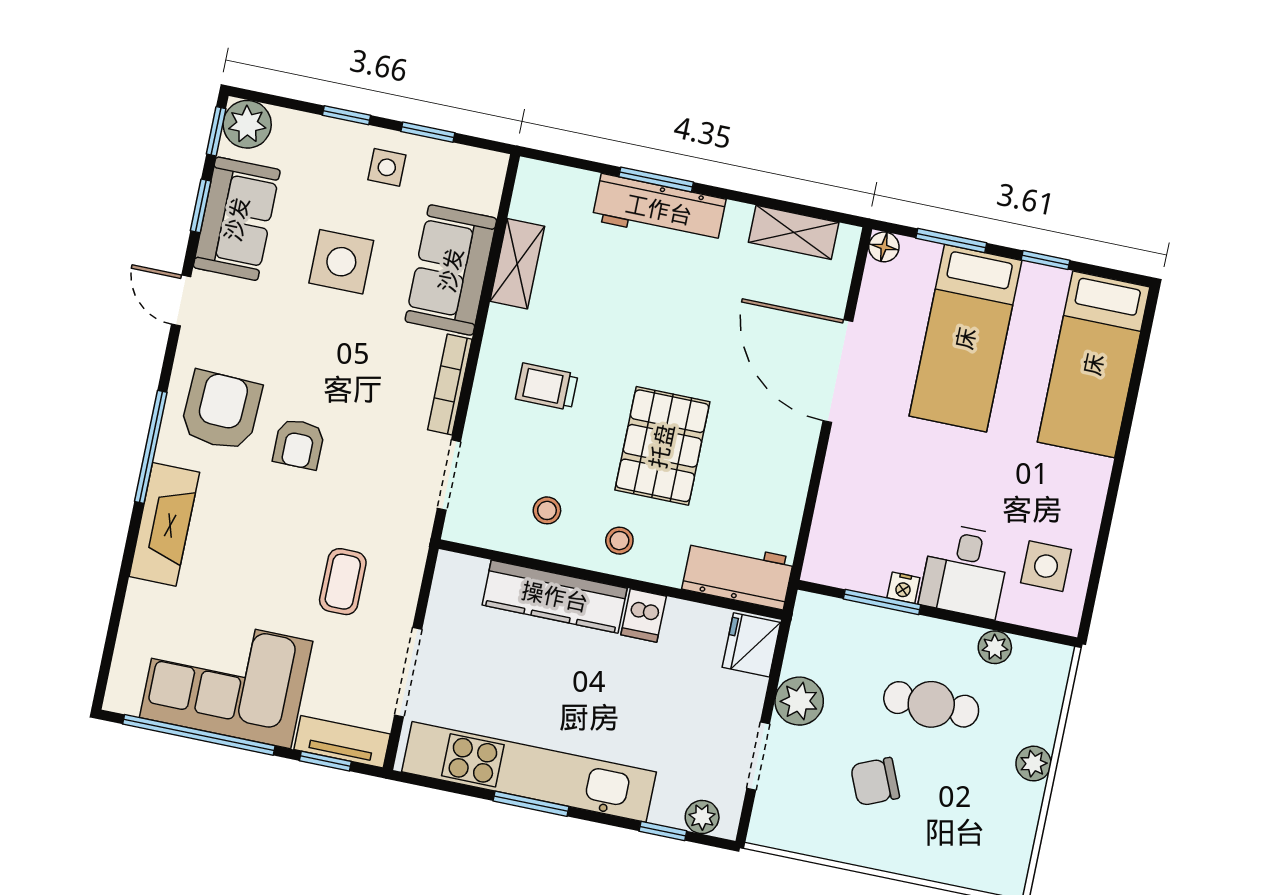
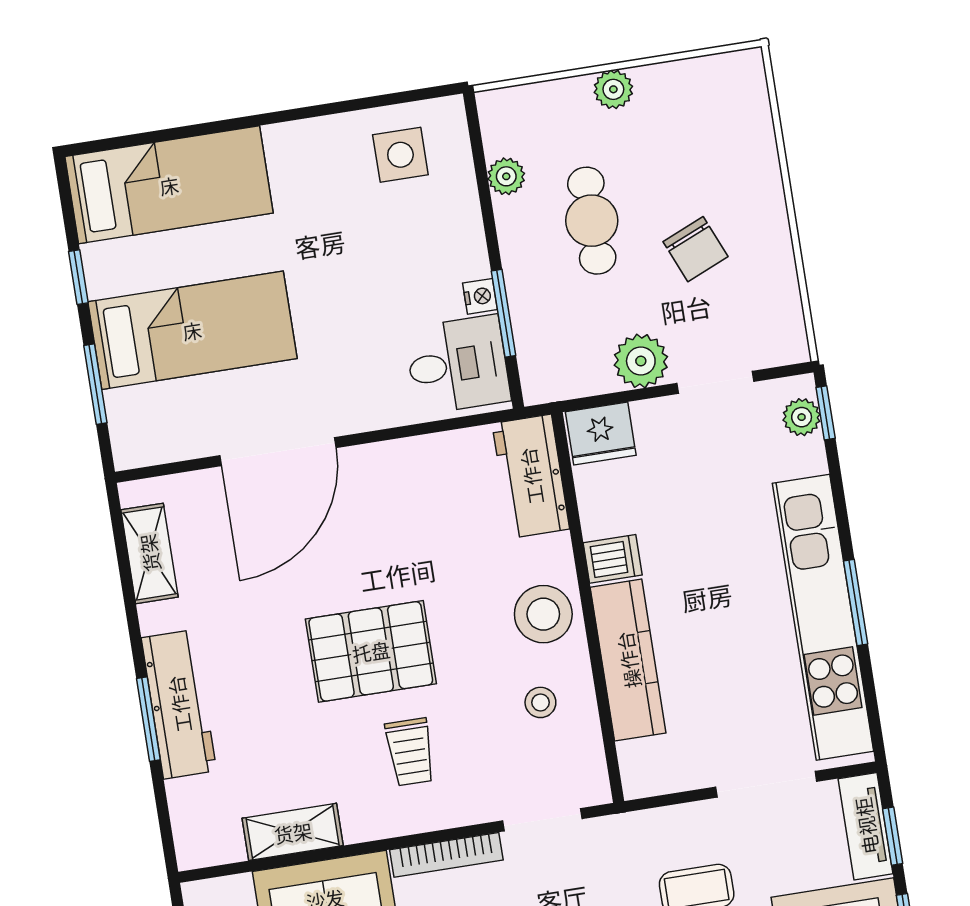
floor lamp: (884, 247) -> (129, 452), removed
pallet: (662, 446) -> (371, 651), moved
stool: (619, 541) -> (543, 614), width x1.89, depth x1.89
desk: (965, 571) -> (458, 365), moved
window: (663, 831) -> (826, 413), moved

